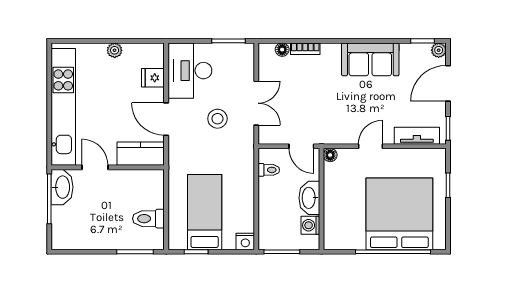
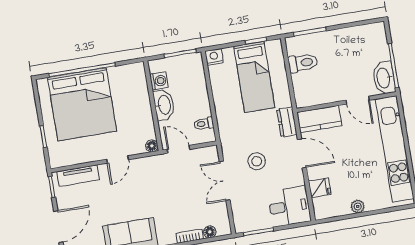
desk: (190, 71) -> (289, 206), width x0.73
dresser: (177, 156) -> (287, 122), added

